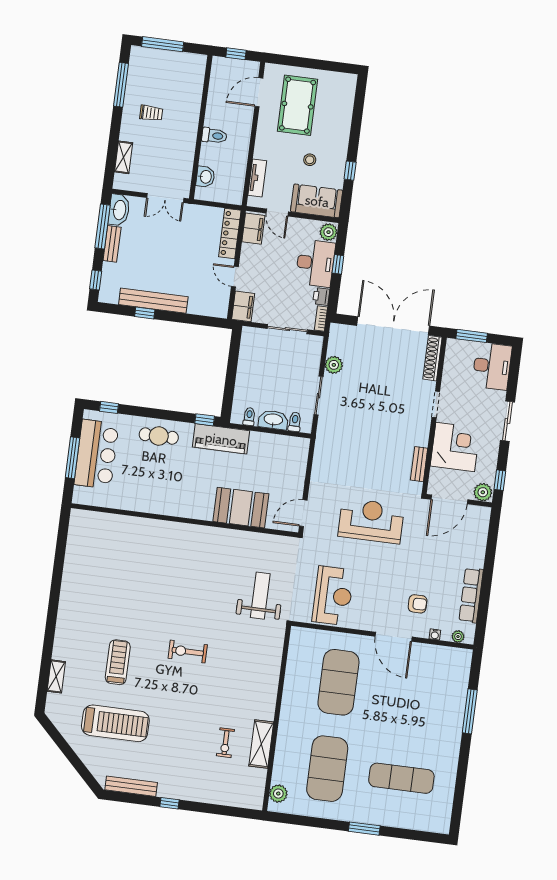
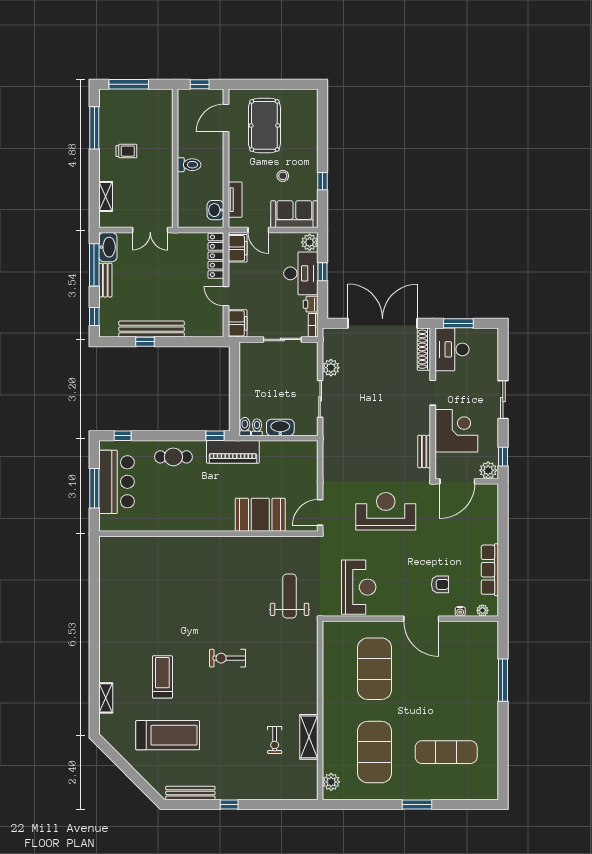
washbasin: (205, 177) -> (215, 210), moved, turned 180
desk: (492, 366) -> (452, 349), moved, turned 180
toilet: (295, 422) -> (245, 427), moved

